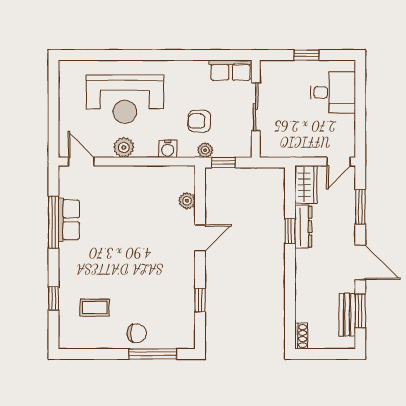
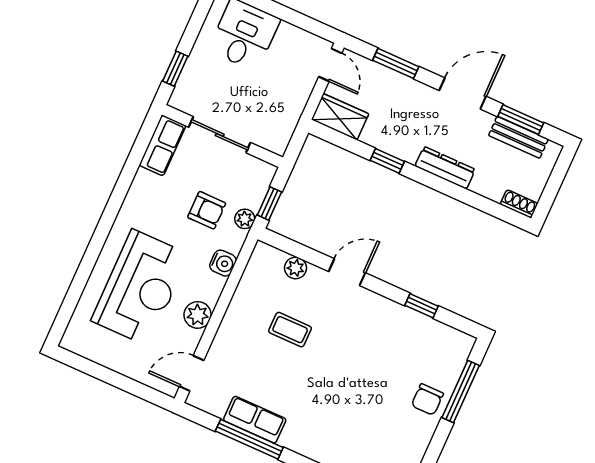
window: (306, 55) -> (175, 69), moved
armchair: (199, 121) -> (207, 210), turned -90
dresser: (303, 227) -> (445, 168), moved
door: (200, 238) -> (347, 272), hinge flipped
coffee table: (95, 308) -> (290, 330), moved, turned 90
chair: (137, 333) -> (427, 399), turned 180

